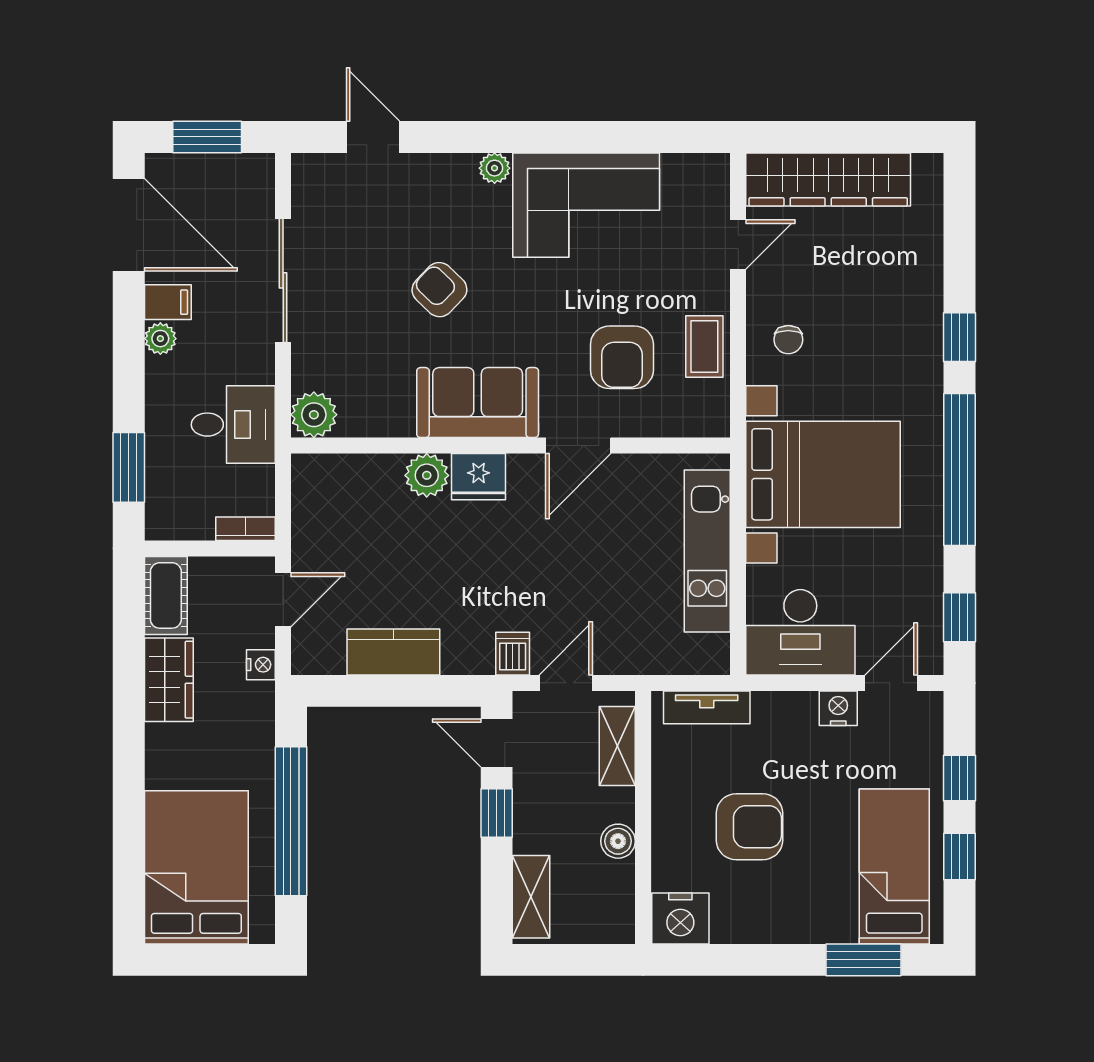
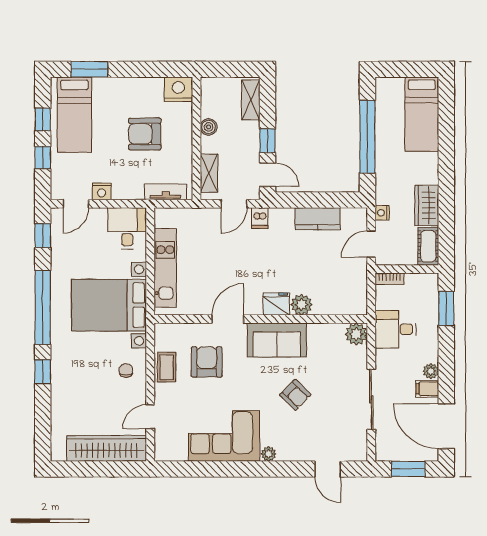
desk: (800, 632) -> (127, 228), width x0.73
bed: (196, 867) -> (422, 114), width x0.67

